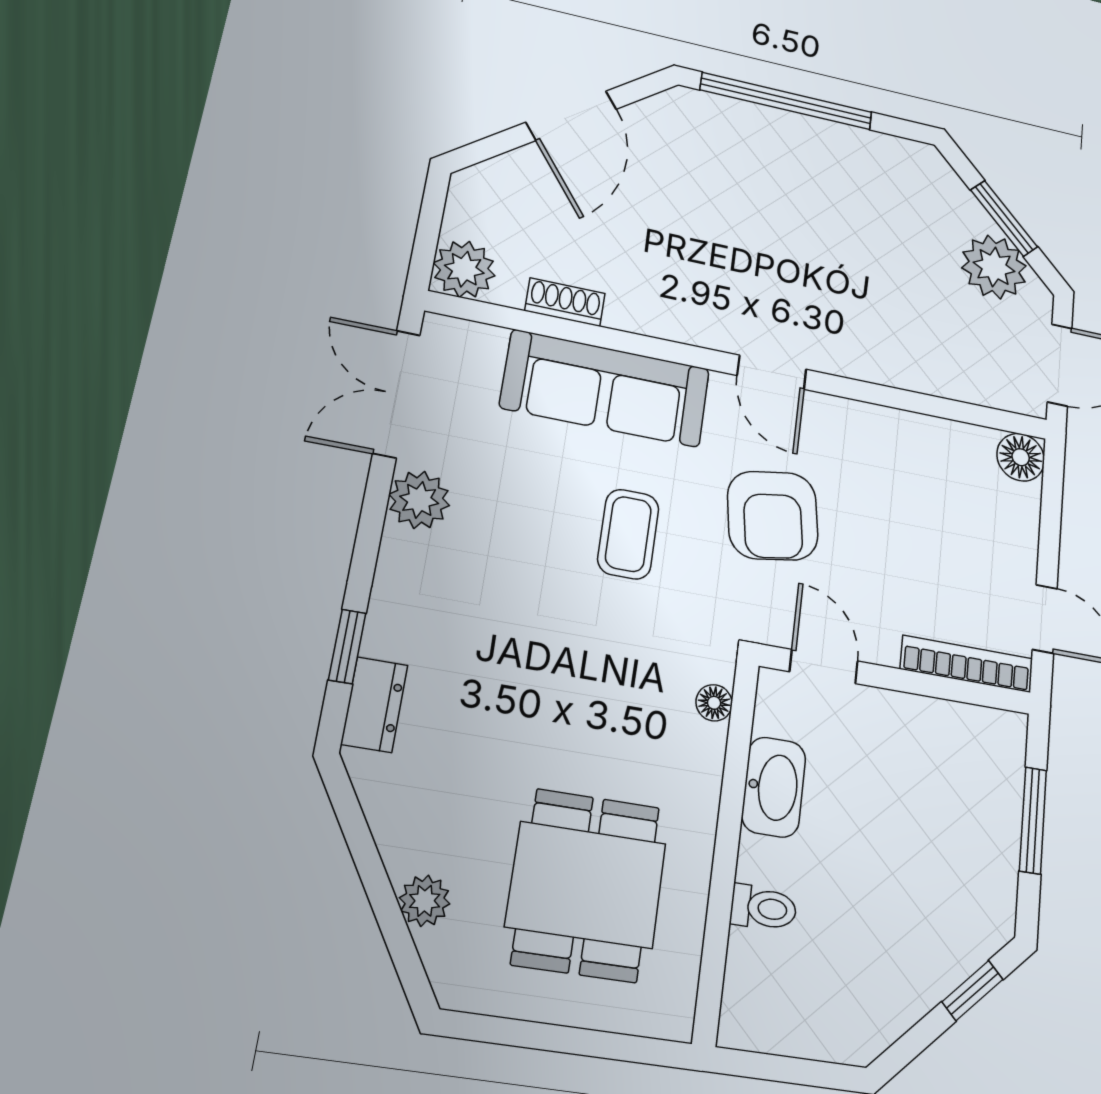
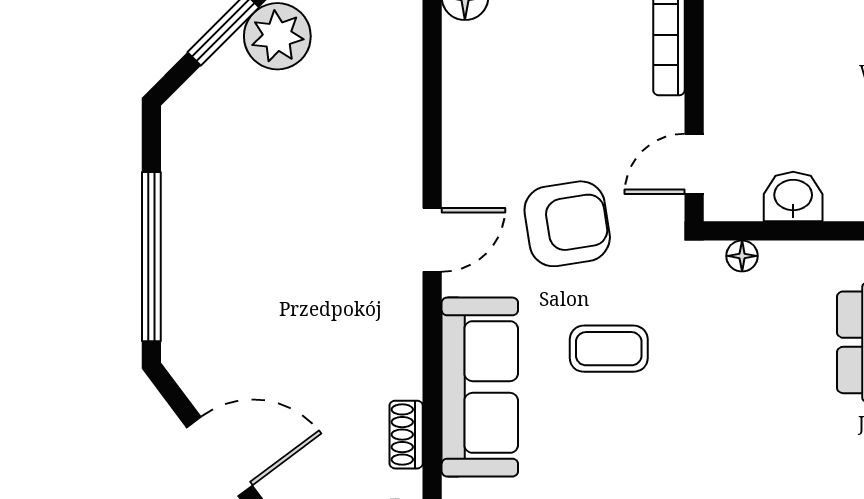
washbasin: (774, 787) -> (793, 196), width x0.72

